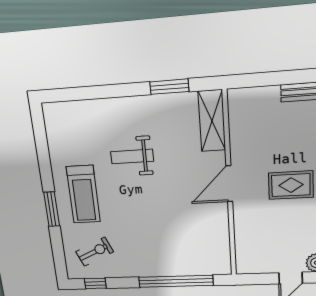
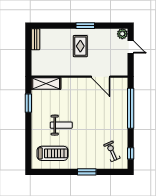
weight bench: (132, 156) -> (61, 125), turned -90
door: (229, 184) -> (101, 77), moved
treadmill: (83, 194) -> (53, 153), moved

